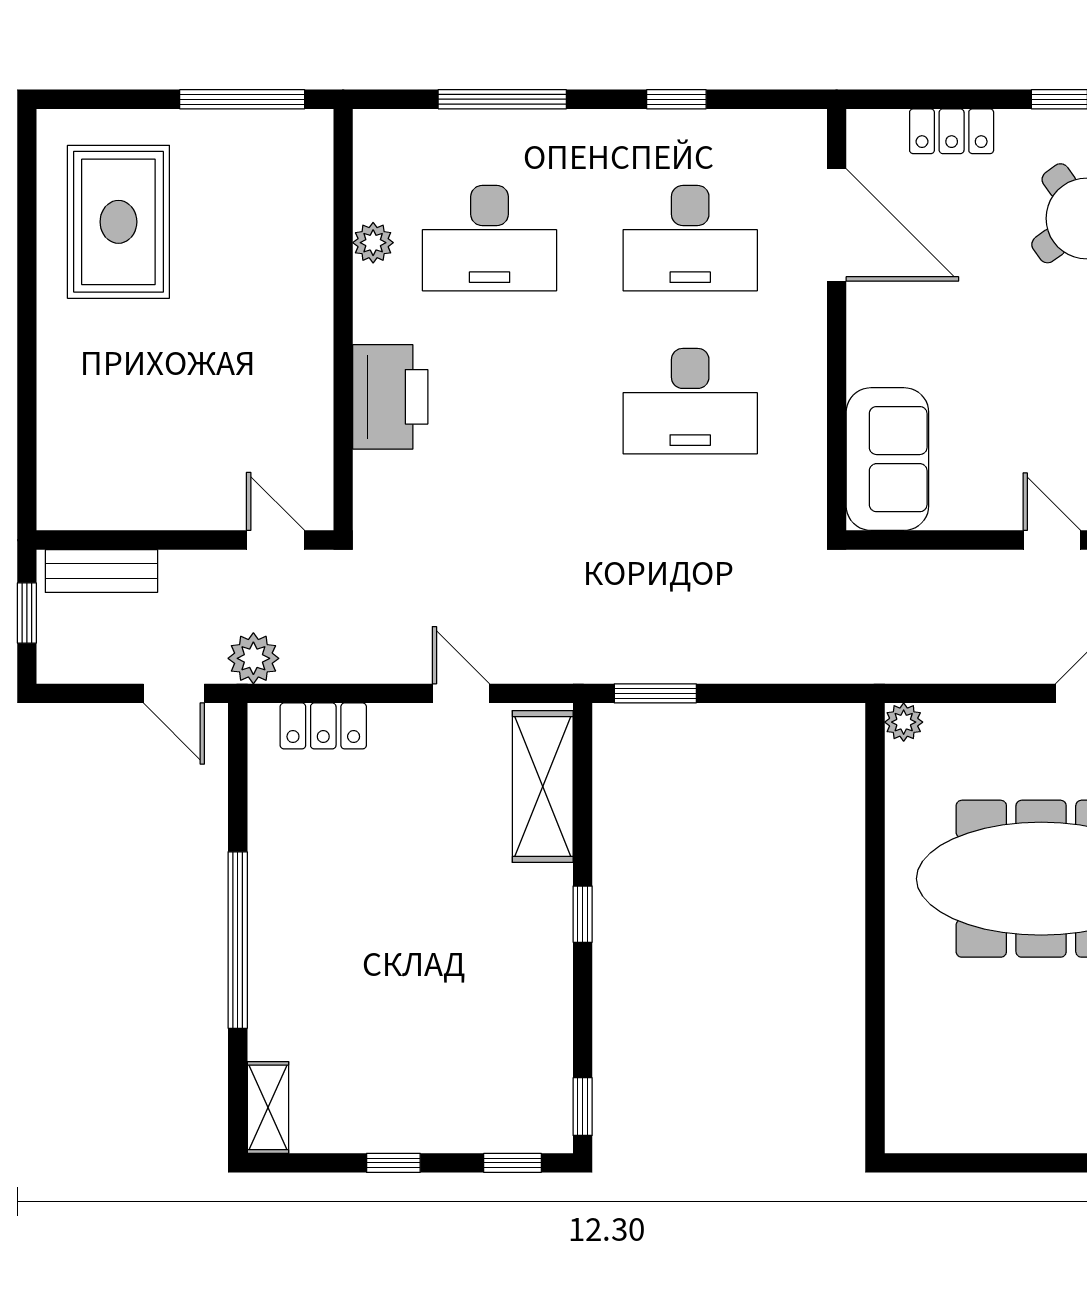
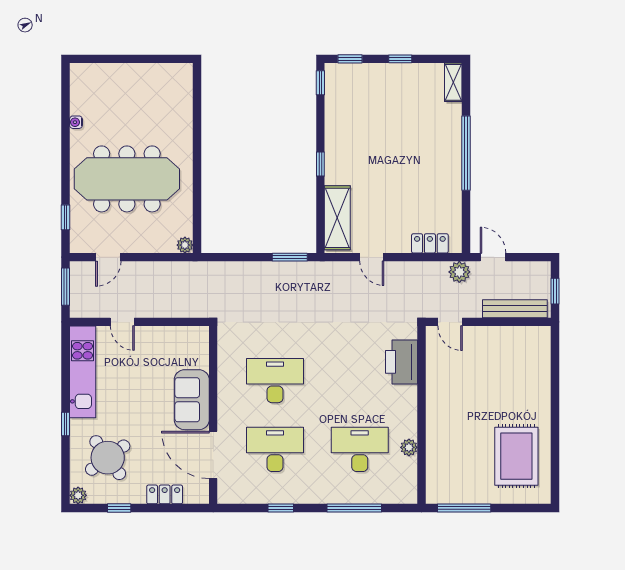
printer: (390, 397) -> (402, 362), moved
sofa: (887, 459) -> (192, 400), moved
bench: (101, 571) -> (515, 309), width x1.36

